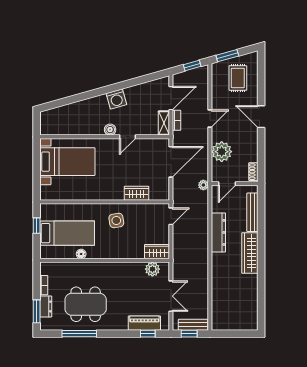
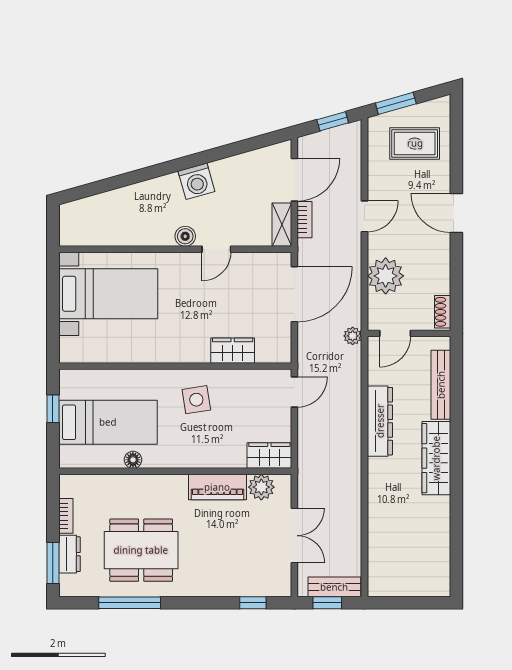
rug: (238, 78) -> (415, 143), turned 90
piano: (144, 323) -> (217, 487), moved, turned 180

